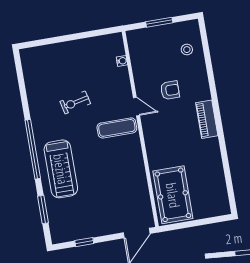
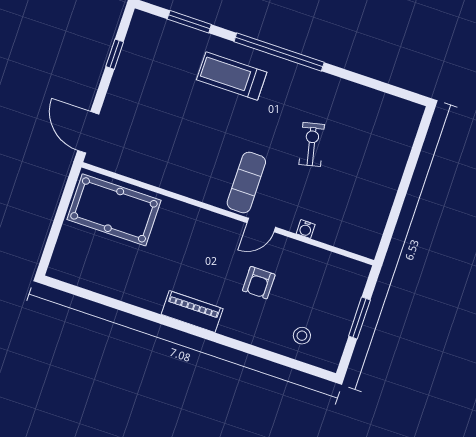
water cooler: (122, 61) -> (306, 229), moved
treadmill: (61, 169) -> (232, 76), width x0.73, depth x0.73

